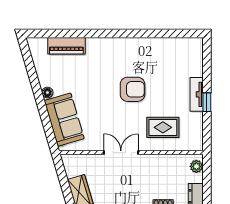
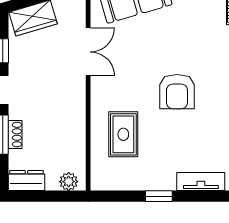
tv unit: (197, 94) -> (201, 182), moved
double door: (121, 153) -> (88, 52), moved

